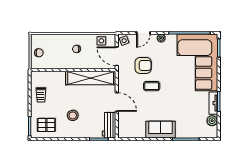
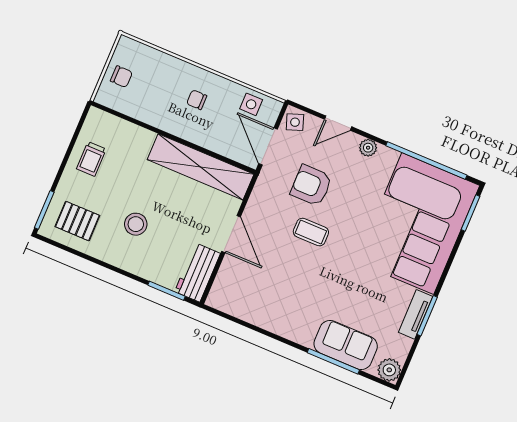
armchair: (143, 65) -> (311, 185), turned 180
plant: (212, 121) -> (389, 370), moved
sofa: (160, 130) -> (346, 345), moved

